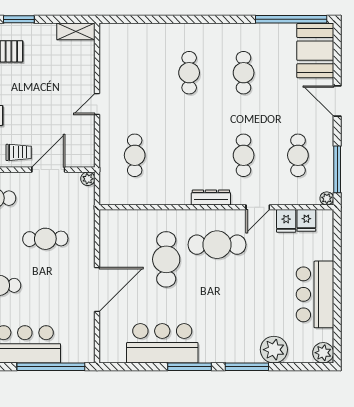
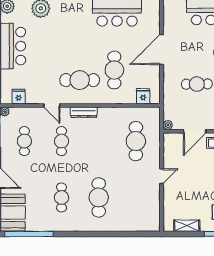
shelving: (76, 31) -> (187, 226), moved
cafe table: (189, 73) -> (99, 197), width x1.37, depth x1.35
cafe table: (135, 155) -> (136, 141), width x1.37, depth x1.35
door: (258, 207) -> (52, 106), swing flipped
fridge: (286, 221) -> (143, 96), moved

